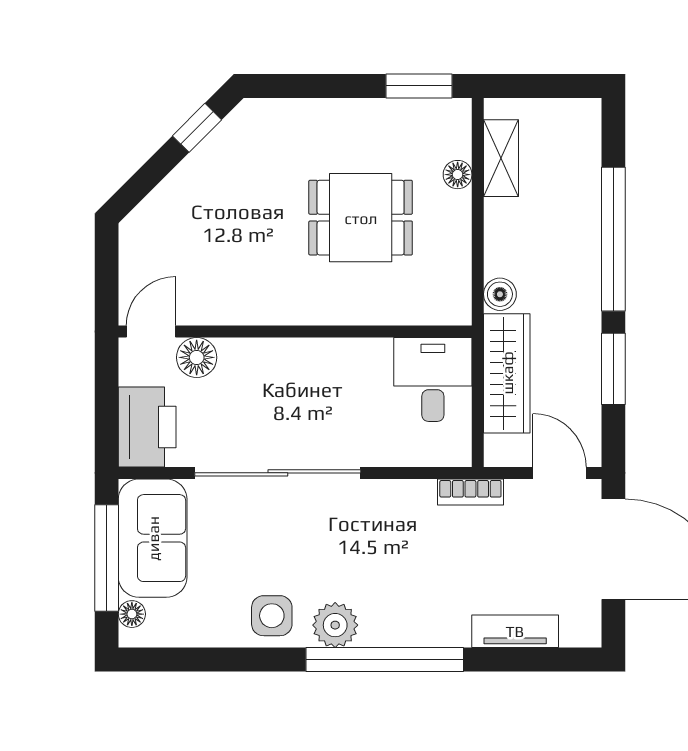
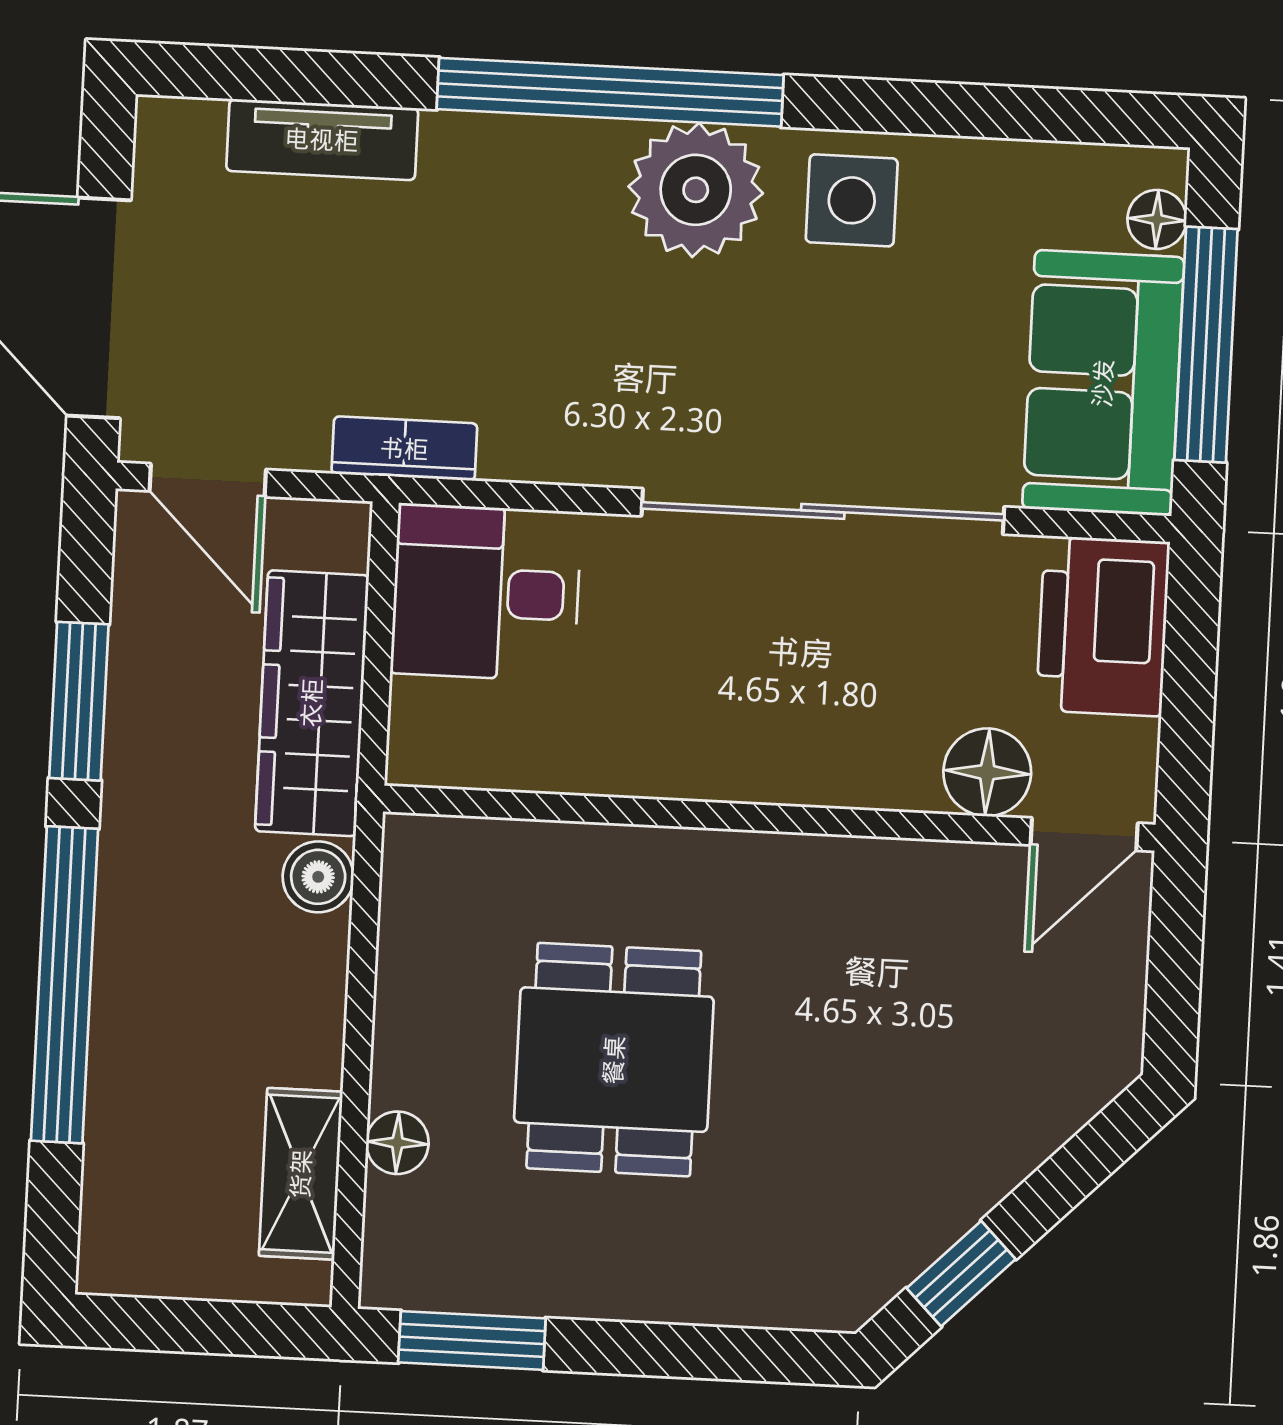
dining table: (361, 218) -> (614, 1060), turned 90
desk: (433, 379) -> (486, 593), moved, turned 90
plant: (335, 625) -> (696, 190), width x1.36, depth x1.36

